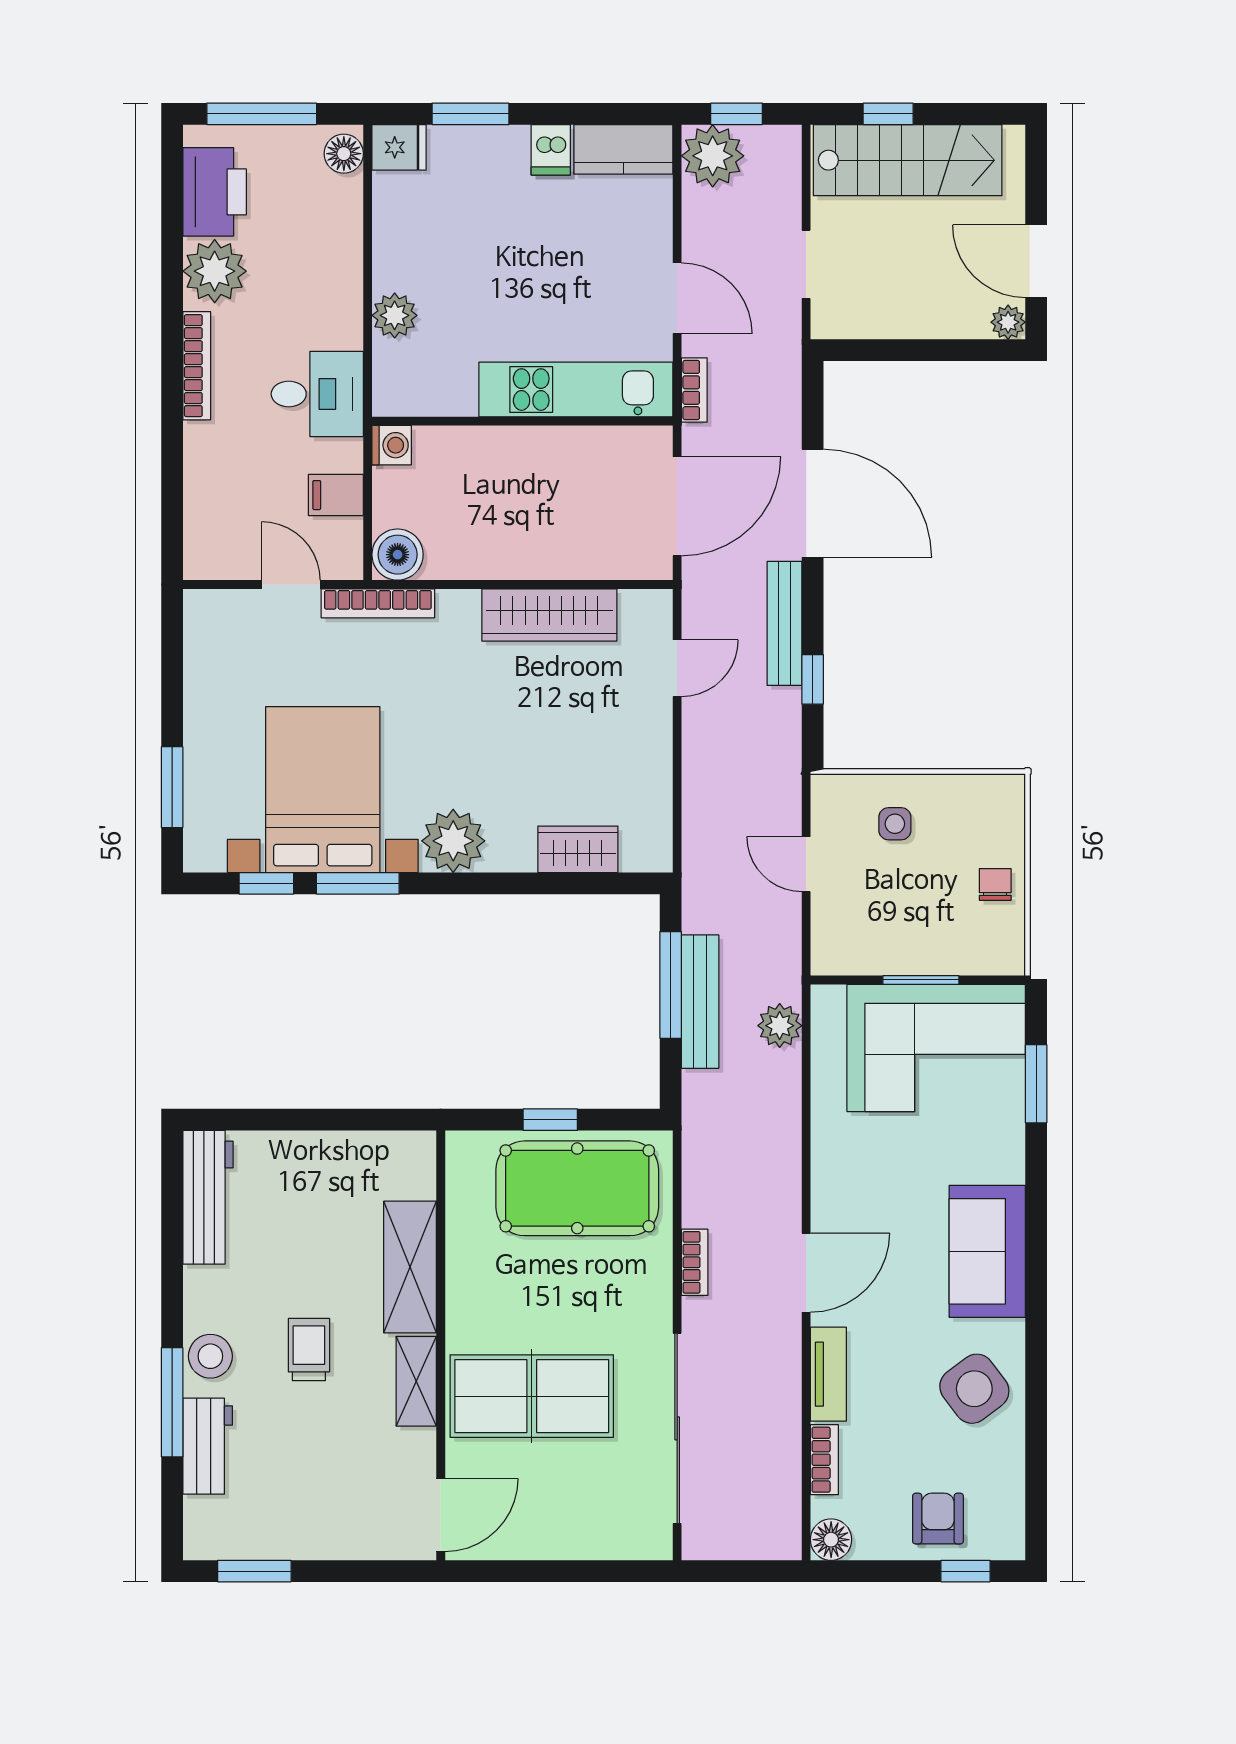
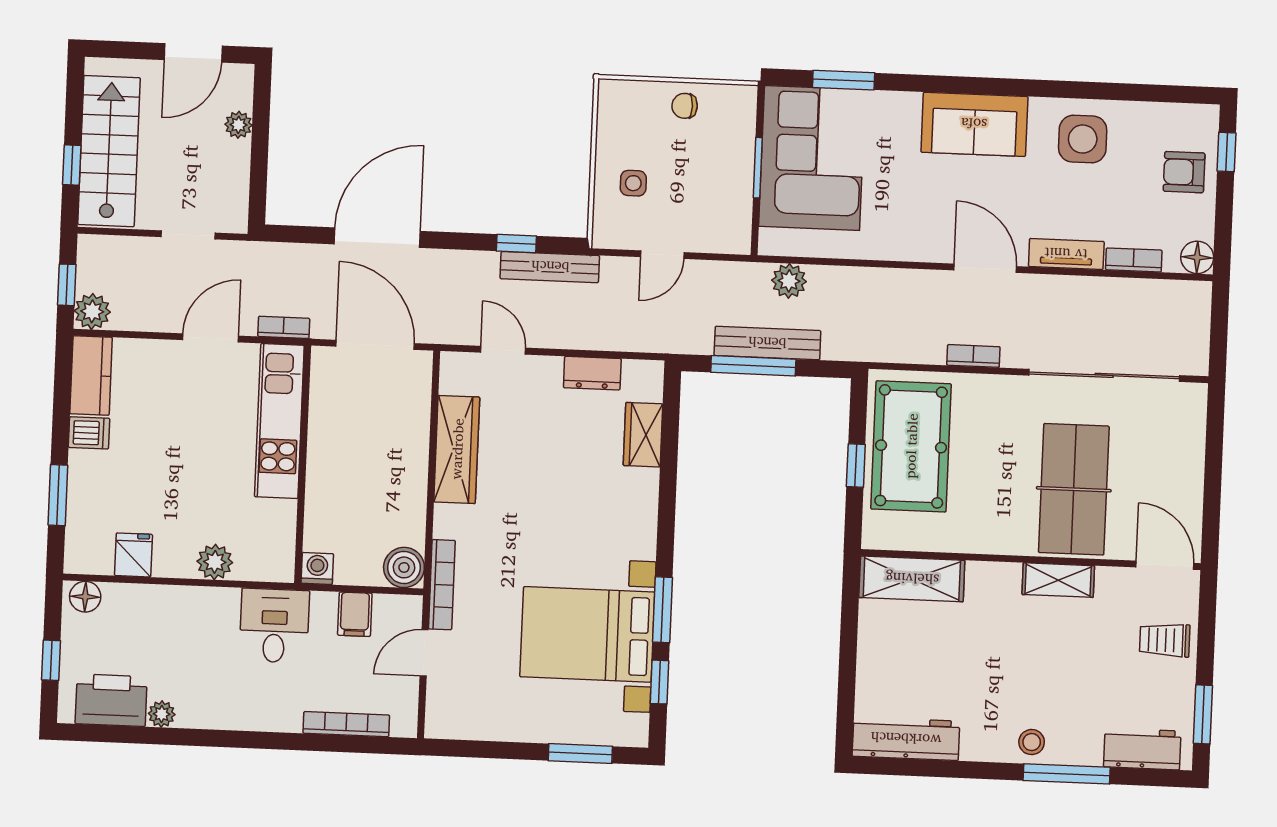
window: (262, 114) -> (51, 660), width x0.46
fridge: (399, 147) -> (133, 555), moved
plant: (713, 156) -> (92, 311), width x0.73, depth x0.73
plant: (215, 271) -> (162, 714), width x0.53, depth x0.53
plant: (1008, 322) -> (238, 125), moved
bookcase: (197, 366) -> (346, 724), moved
bench: (784, 623) -> (550, 267), moved
dresser: (653, 782) -> (592, 373), added
plant: (453, 841) -> (632, 533), removed
shelving: (410, 1267) -> (912, 579), moved
trolley: (309, 1350) -> (1165, 640), moved
stool: (210, 1356) -> (1032, 742), width x0.73, depth x0.73
side table: (974, 1389) -> (1083, 139), turned 37
workbench: (208, 1446) -> (1142, 749), moved

